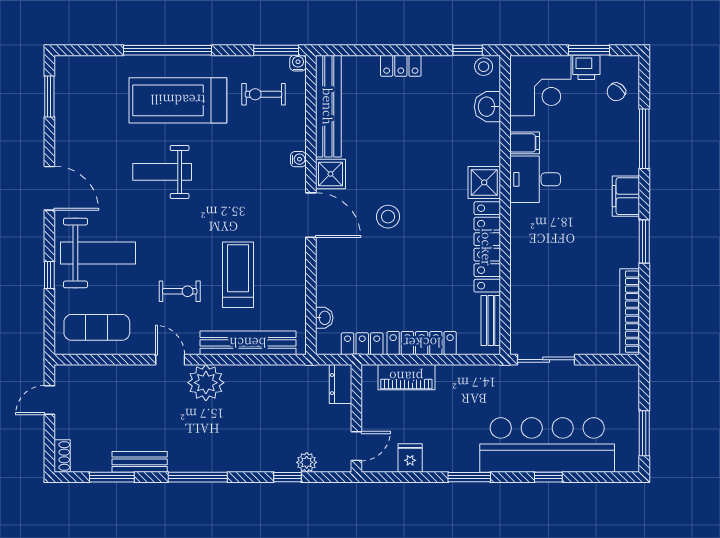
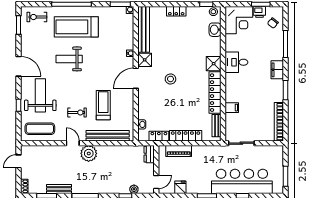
exercise bike: (263, 94) -> (37, 17), moved
filing cabinet: (525, 143) -> (232, 108), moved
door: (311, 215) -> (136, 78), swing flipped
weight bench: (98, 253) -> (40, 95), turned -90

